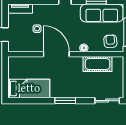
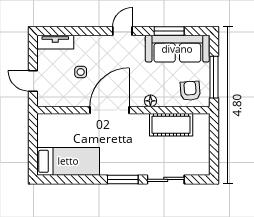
door: (56, 54) -> (109, 110), hinge flipped
sliding door: (107, 101) -> (166, 179), moved

